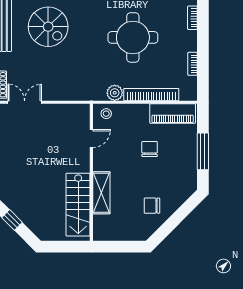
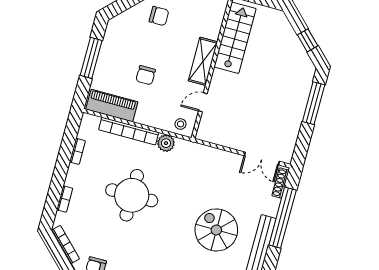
shelving: (101, 193) -> (203, 61), moved

